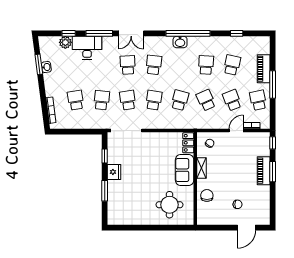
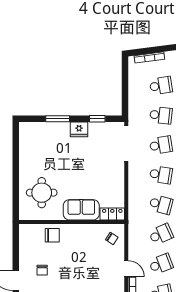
shelving: (202, 168) -> (84, 229), removed

